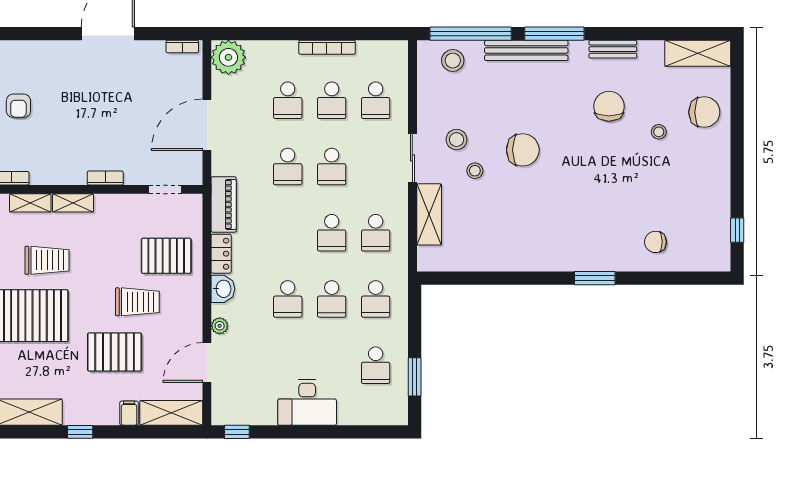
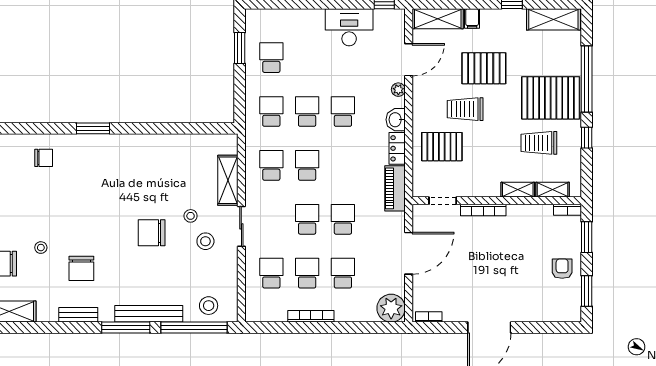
bookcase: (105, 178) -> (483, 210), width x1.56
desk: (307, 402) -> (349, 27), moved

